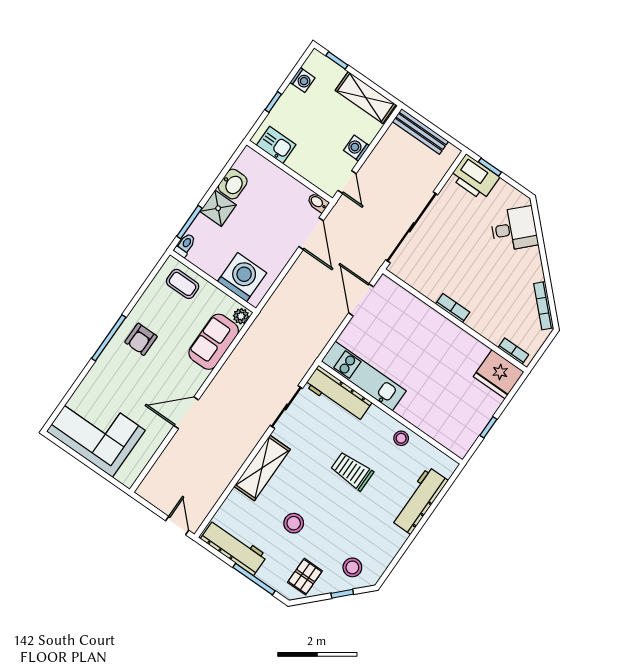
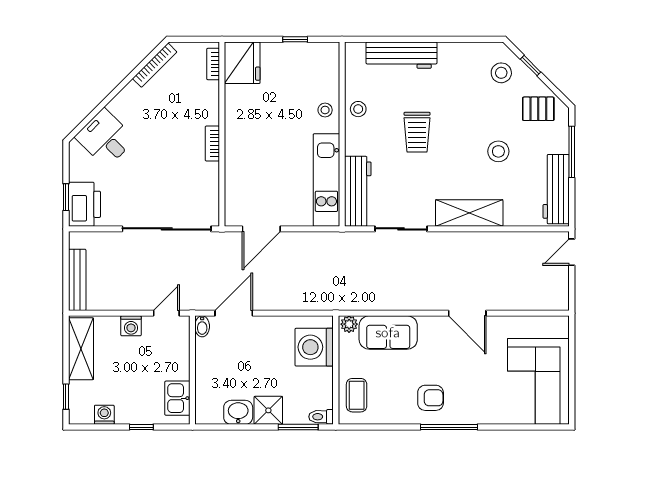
stool: (418, 412) -> (325, 110), added

